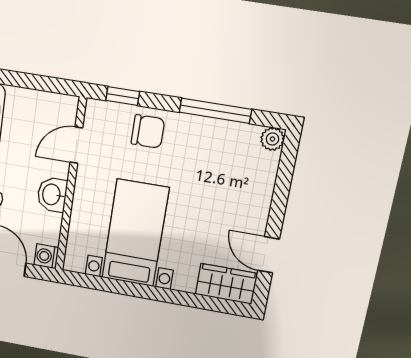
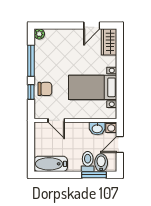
window: (123, 96) -> (31, 92), moved
chair: (148, 131) -> (45, 89), turned 90
washbasin: (52, 195) -> (97, 128), moved

